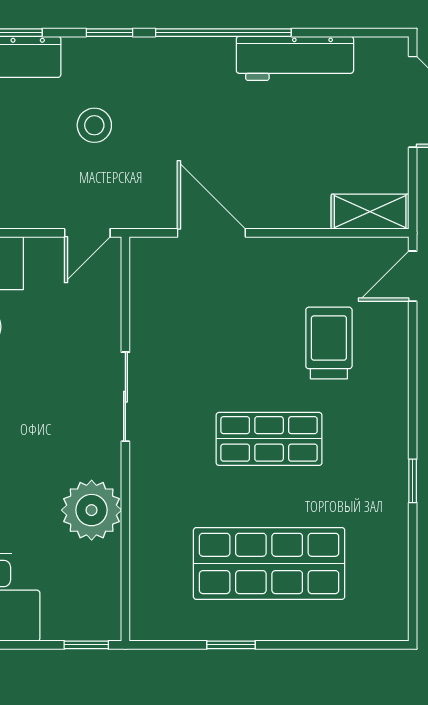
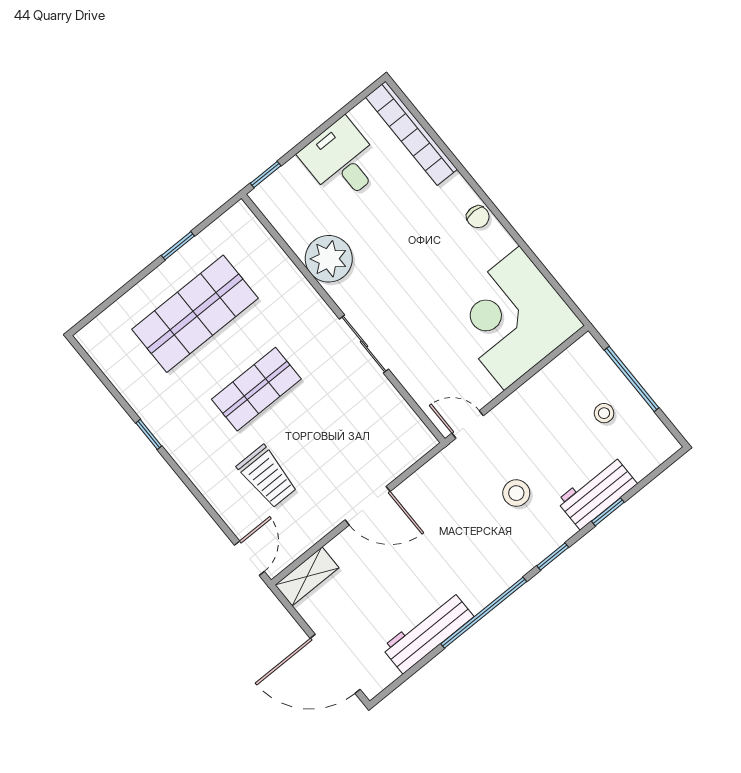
door: (87, 233) -> (468, 424), hinge flipped
door: (211, 233) -> (368, 506), moved

